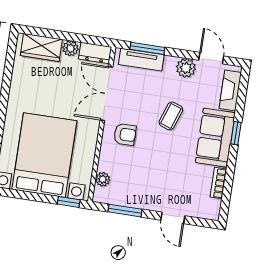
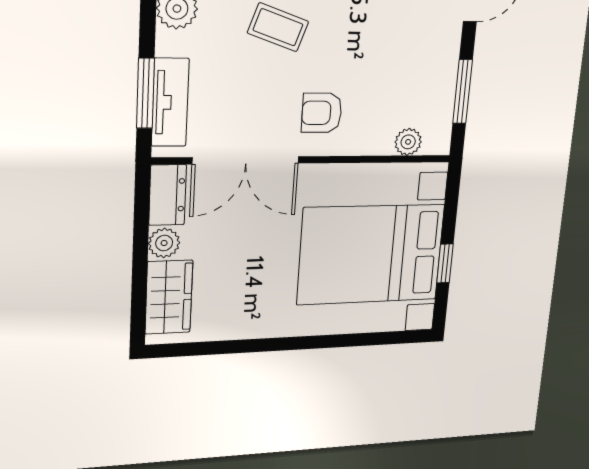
armchair: (125, 134) -> (322, 113), turned -90
window: (69, 202) -> (445, 263), moved

